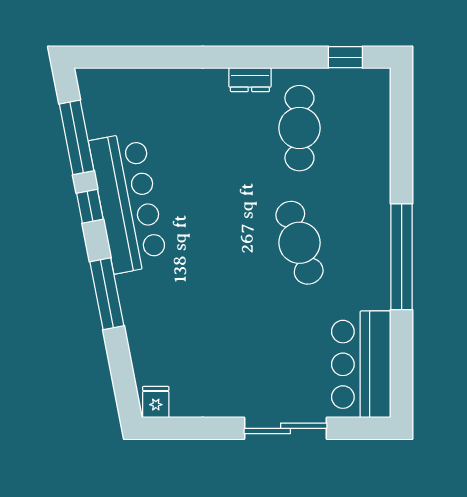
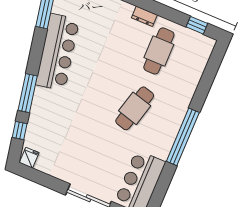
window: (90, 206) -> (20, 131), moved
cafe table: (299, 243) -> (135, 108), turned 33

